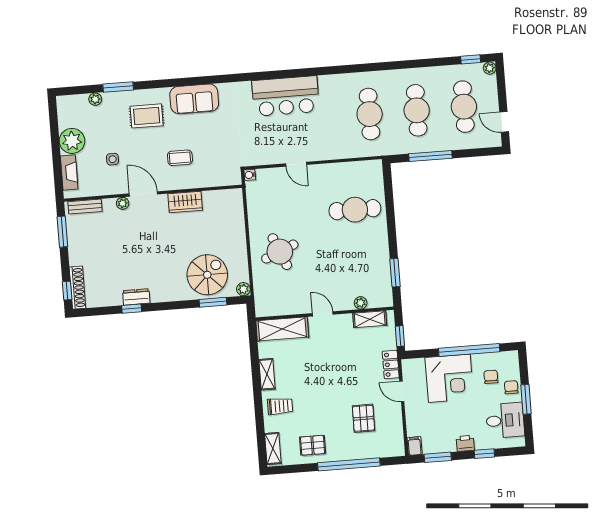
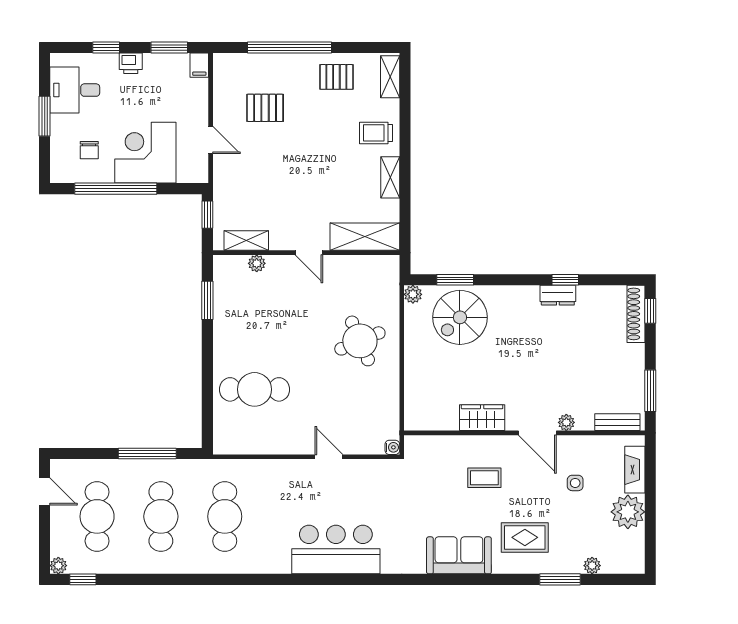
locker: (391, 364) -> (223, 177), removed
chair: (511, 387) -> (63, 134), removed
pallet: (363, 418) -> (265, 108), turned 90

